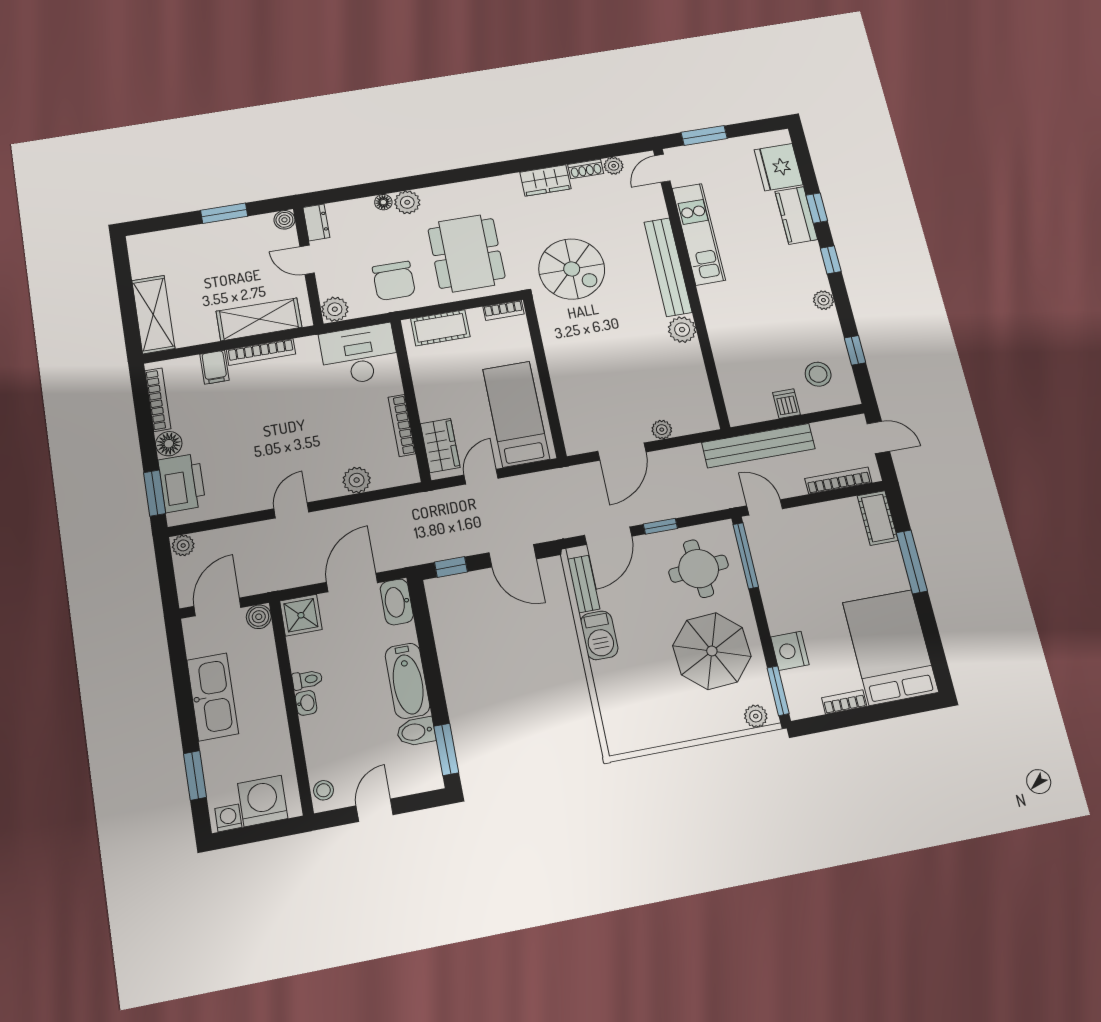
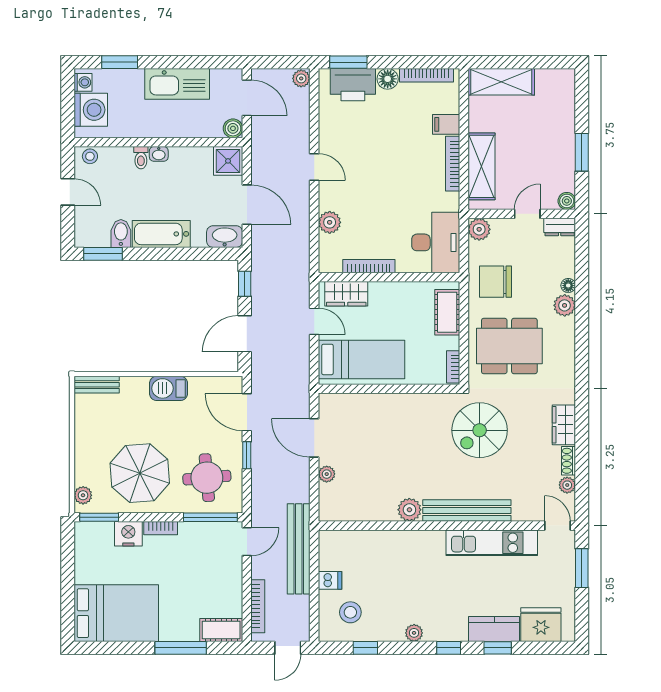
bench: (584, 584) -> (97, 385), moved
toilet: (307, 680) -> (141, 158), moved
bookcase: (844, 702) -> (161, 528), moved, turned 90

